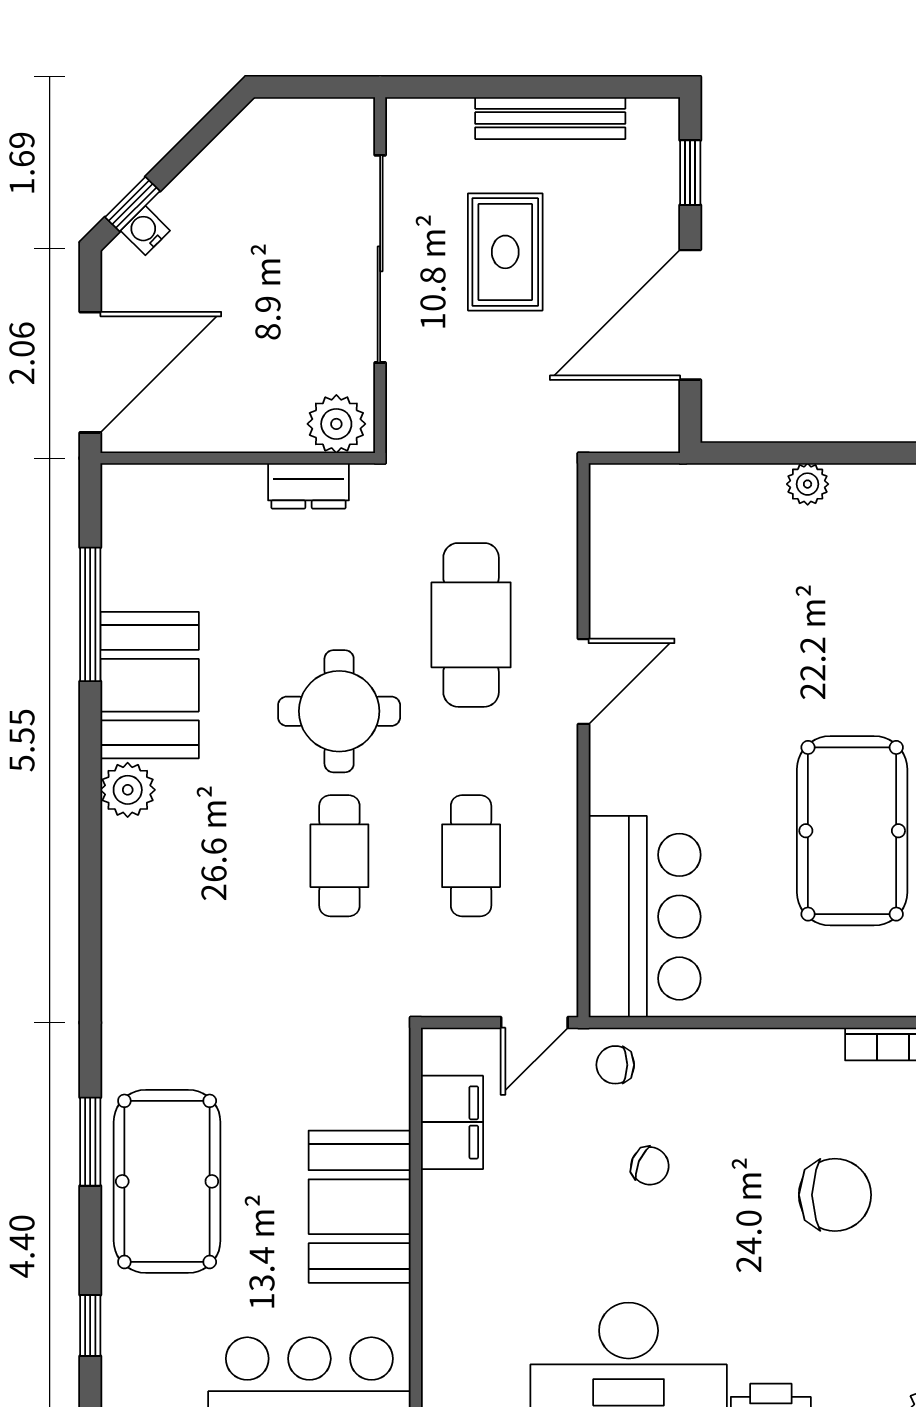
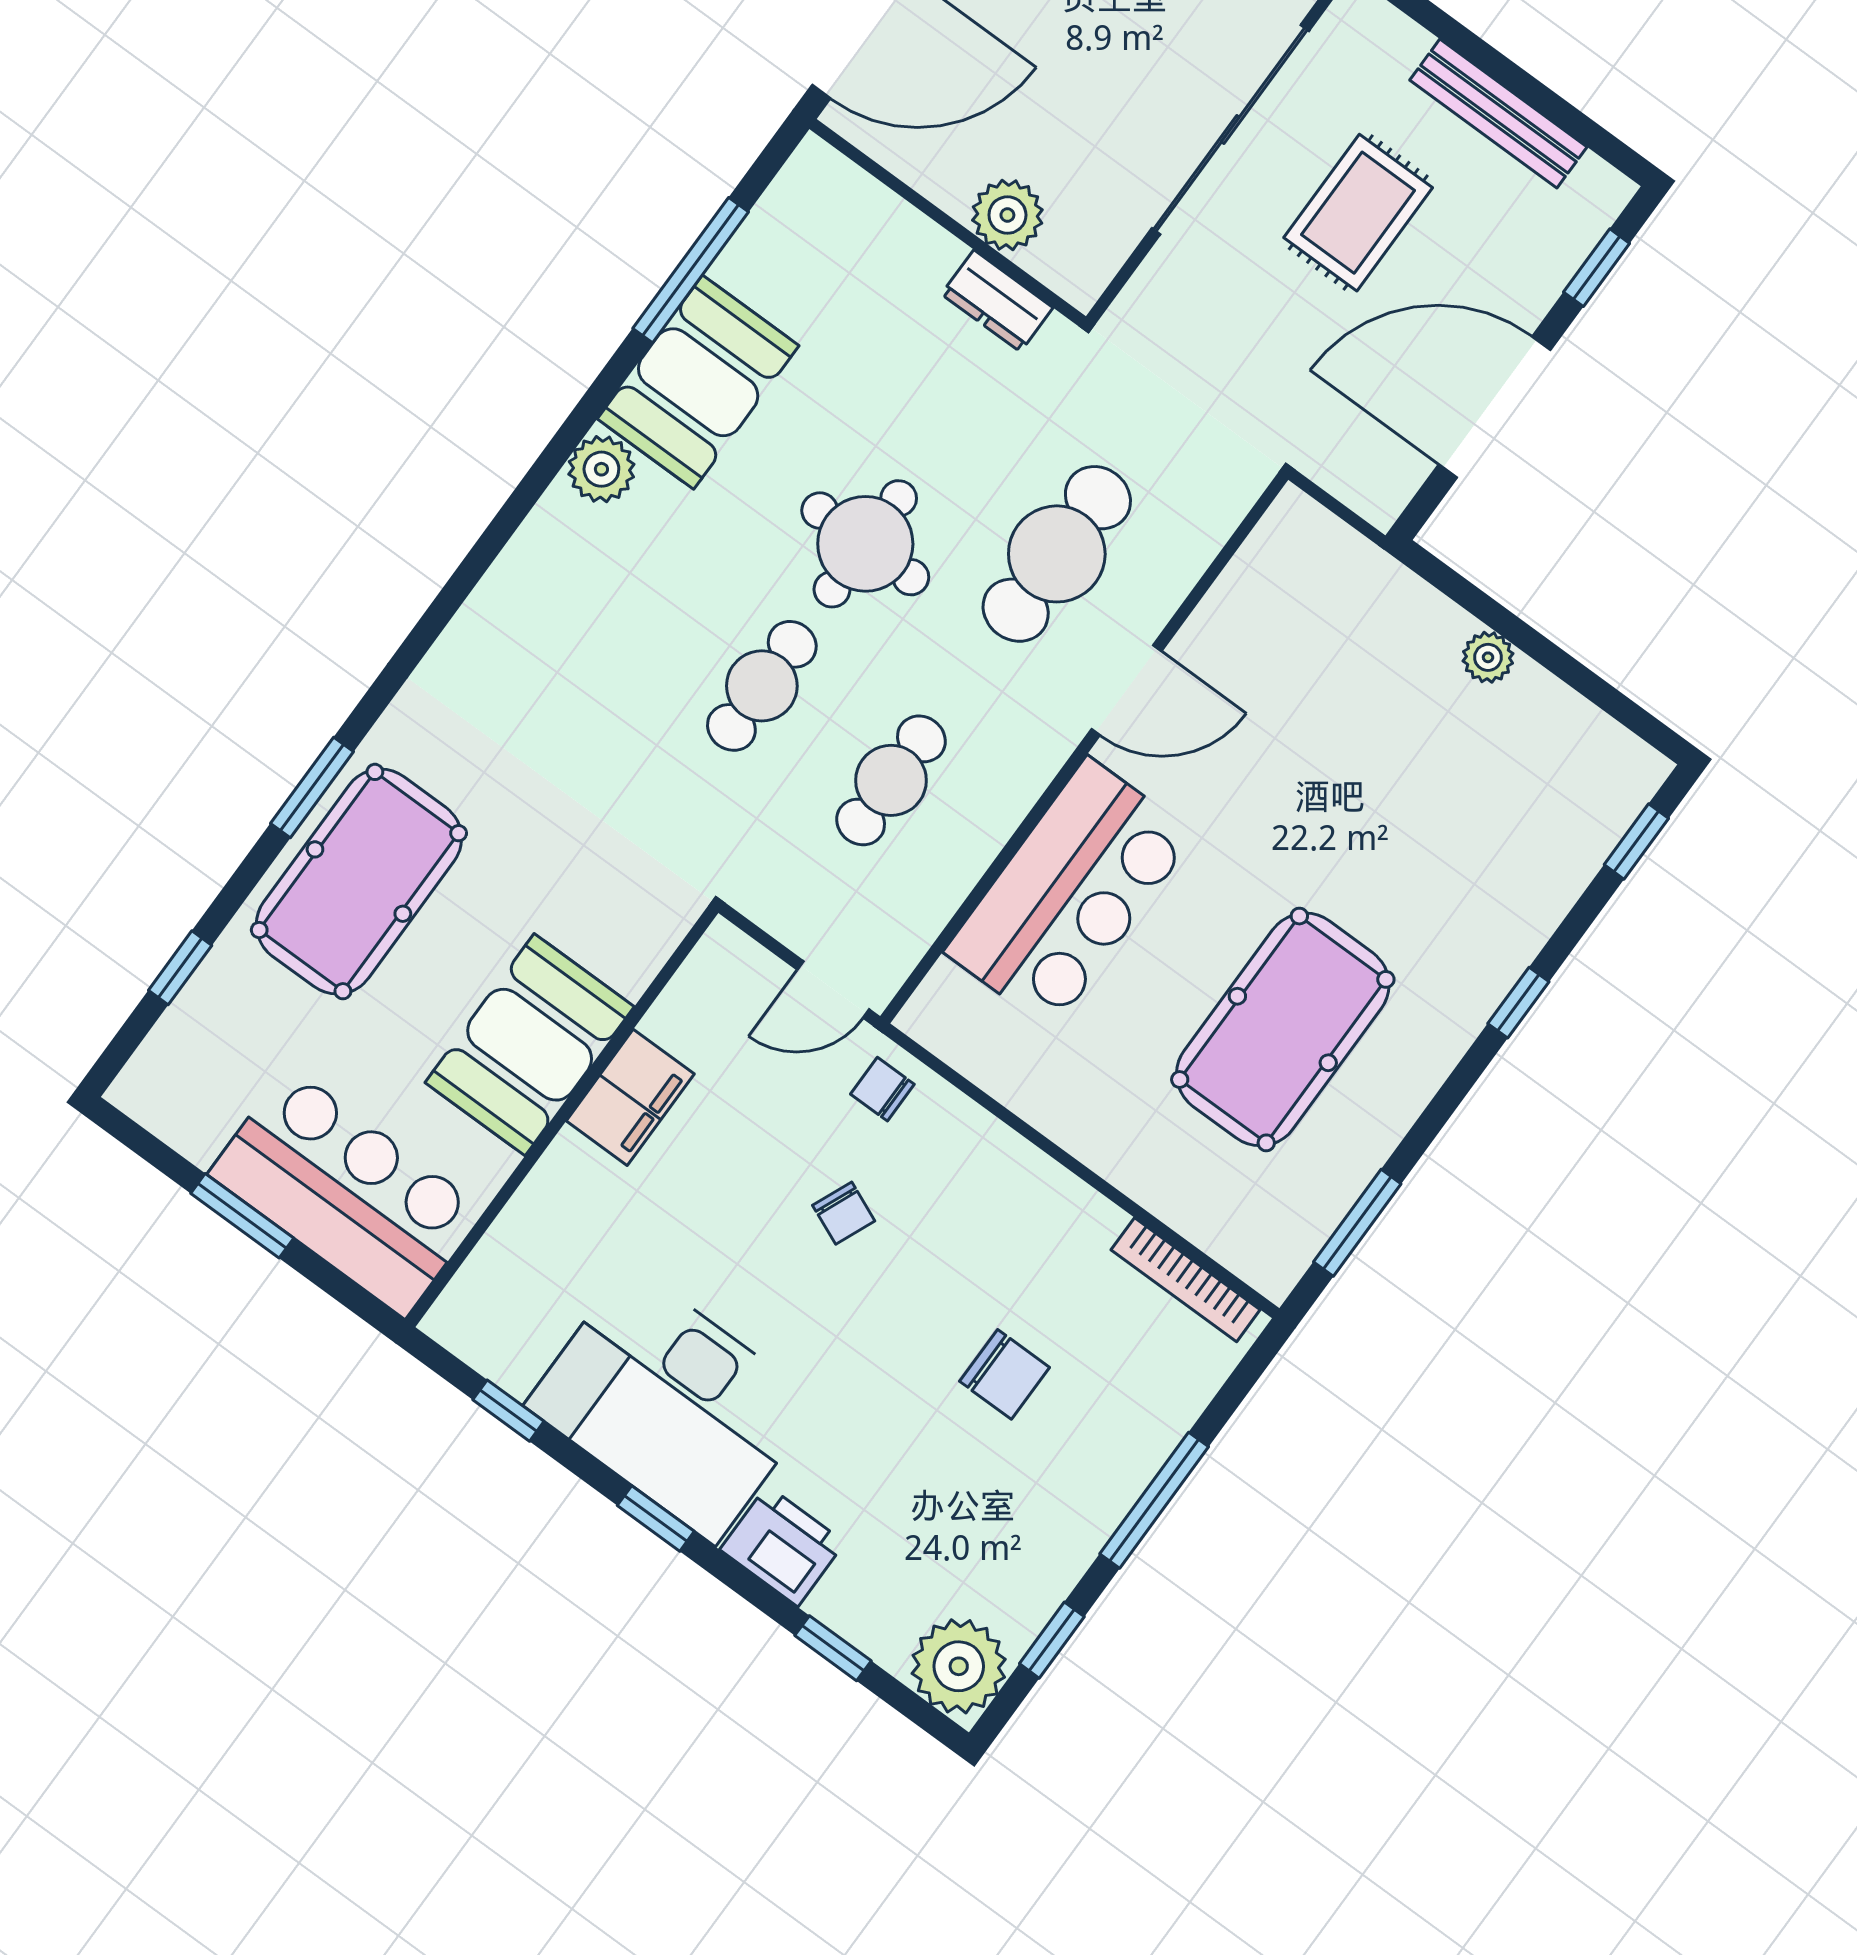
plant: (336, 424) -> (1007, 215), moved
bar counter: (645, 917) -> (1070, 893), moved
filing cabinet: (452, 1122) -> (630, 1097), moved
chair: (835, 1195) -> (1005, 1374), width x0.73, depth x0.73

